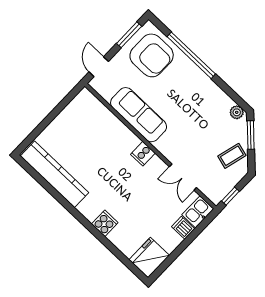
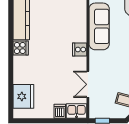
cooker: (105, 223) -> (21, 48), moved
fridge: (149, 258) -> (23, 96), moved, turned 90

